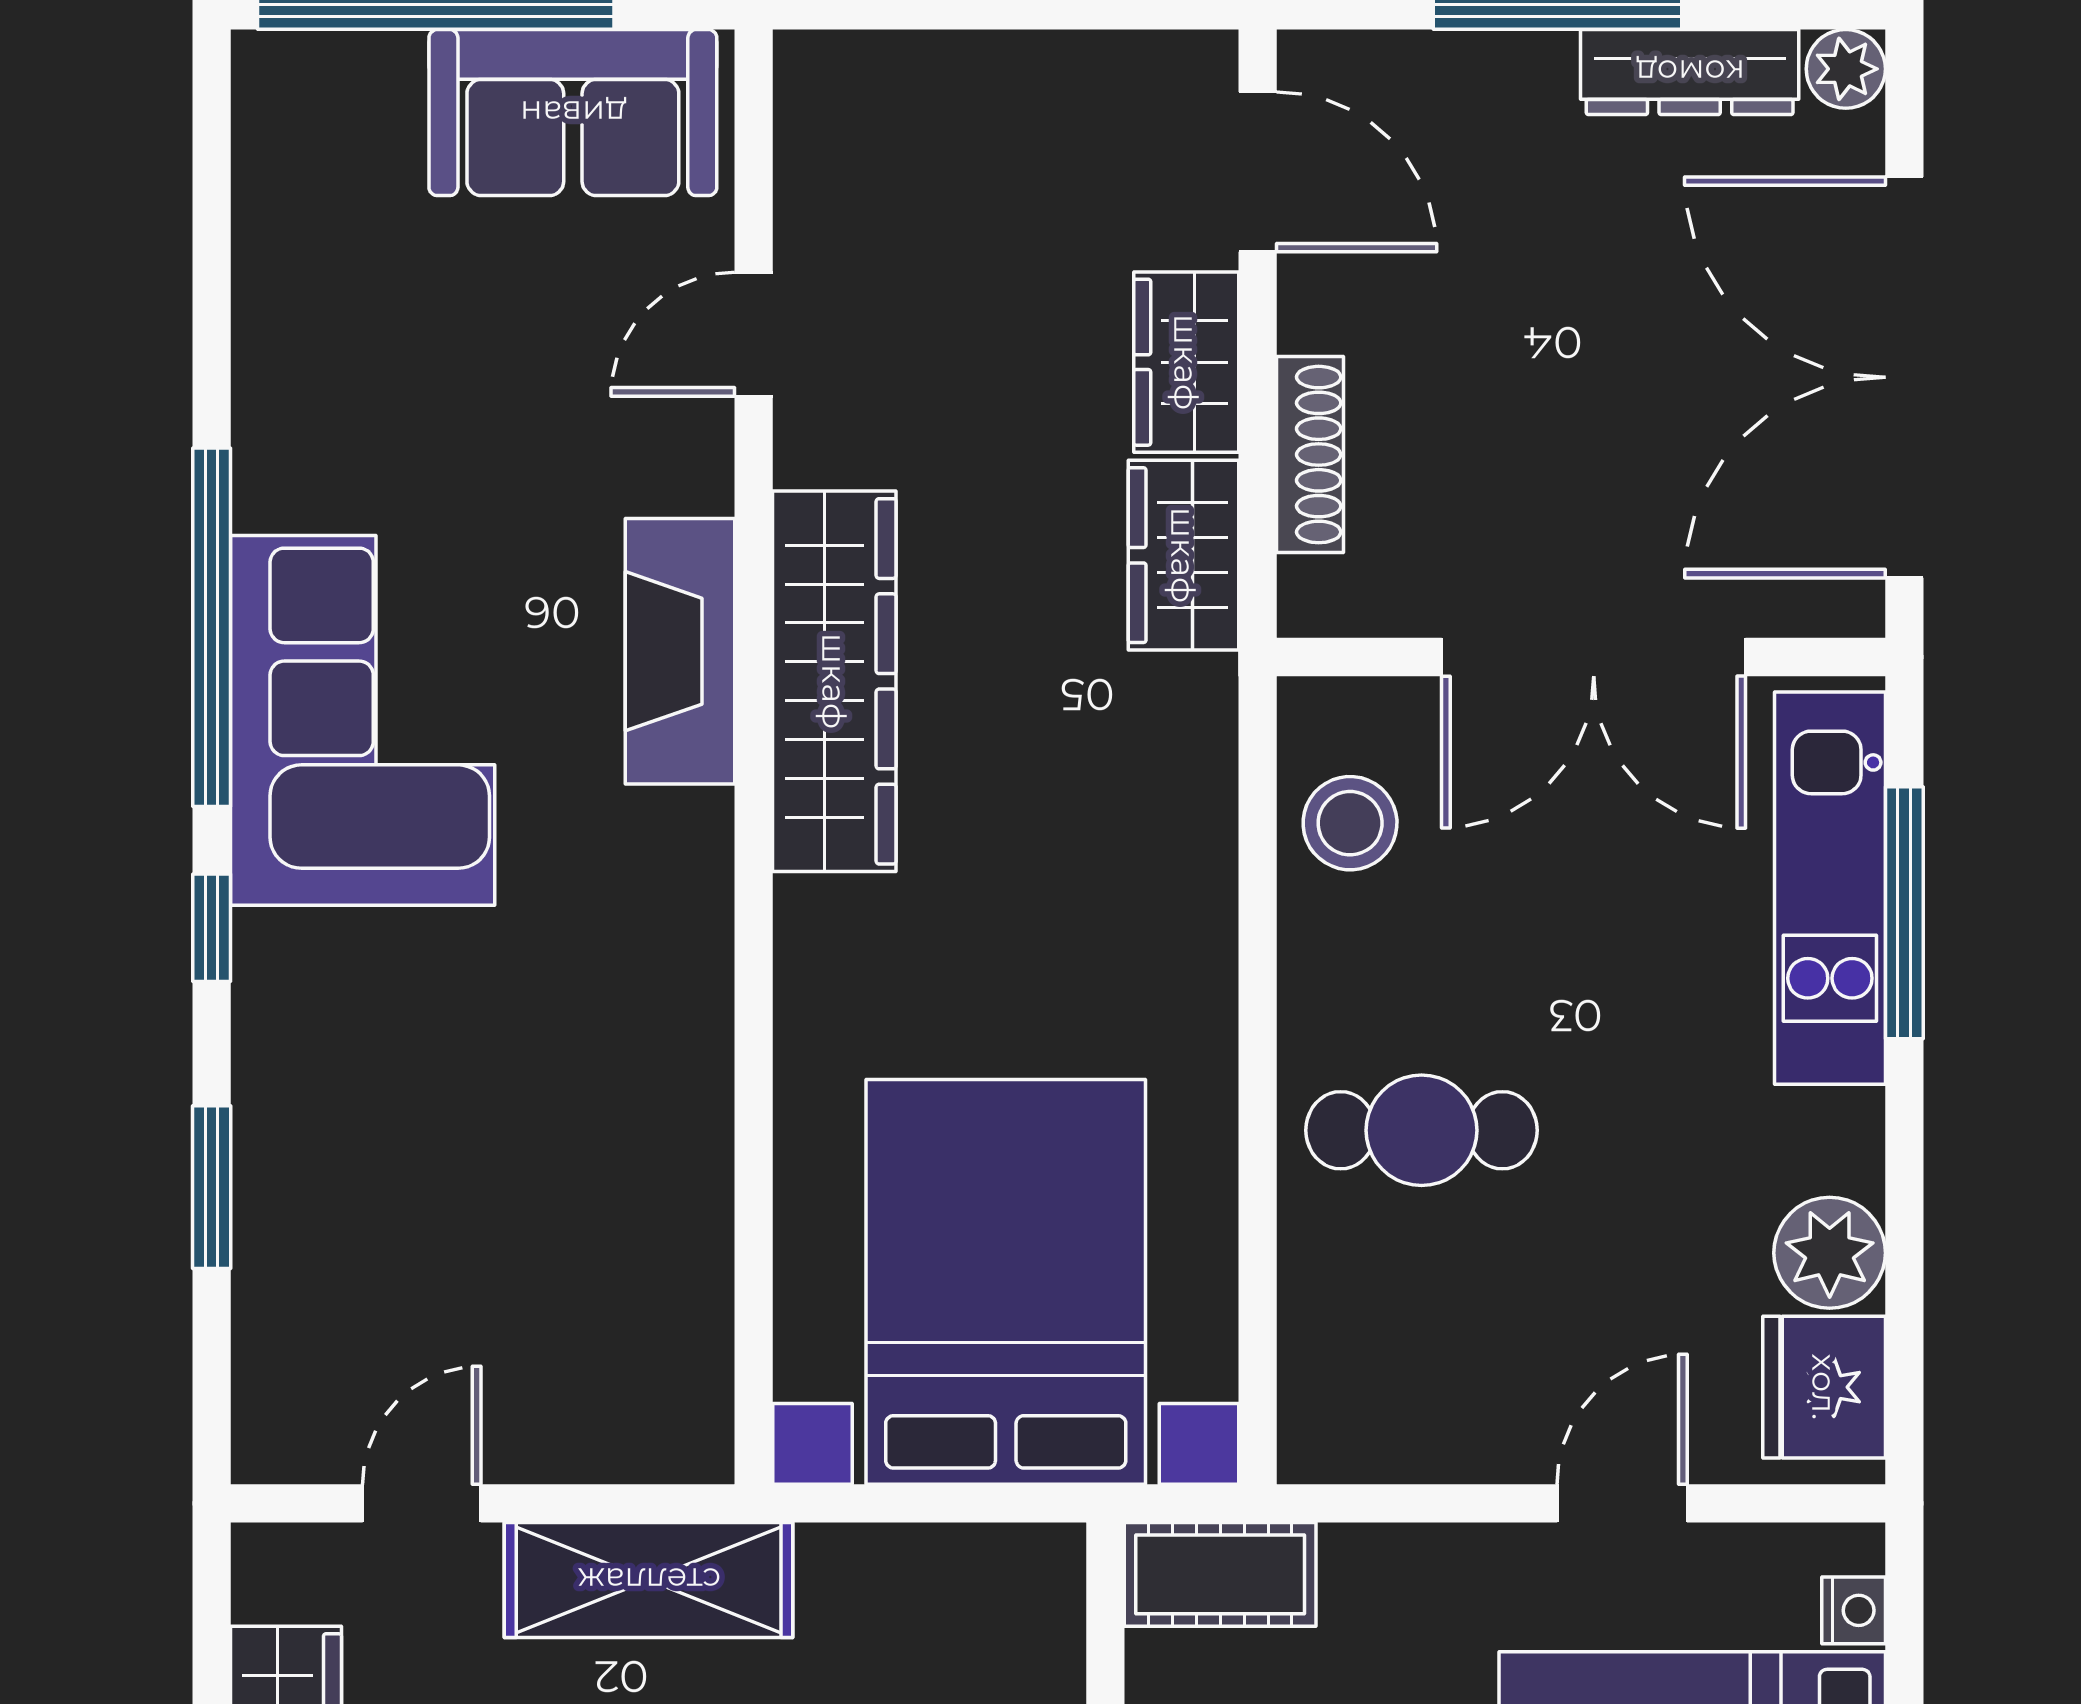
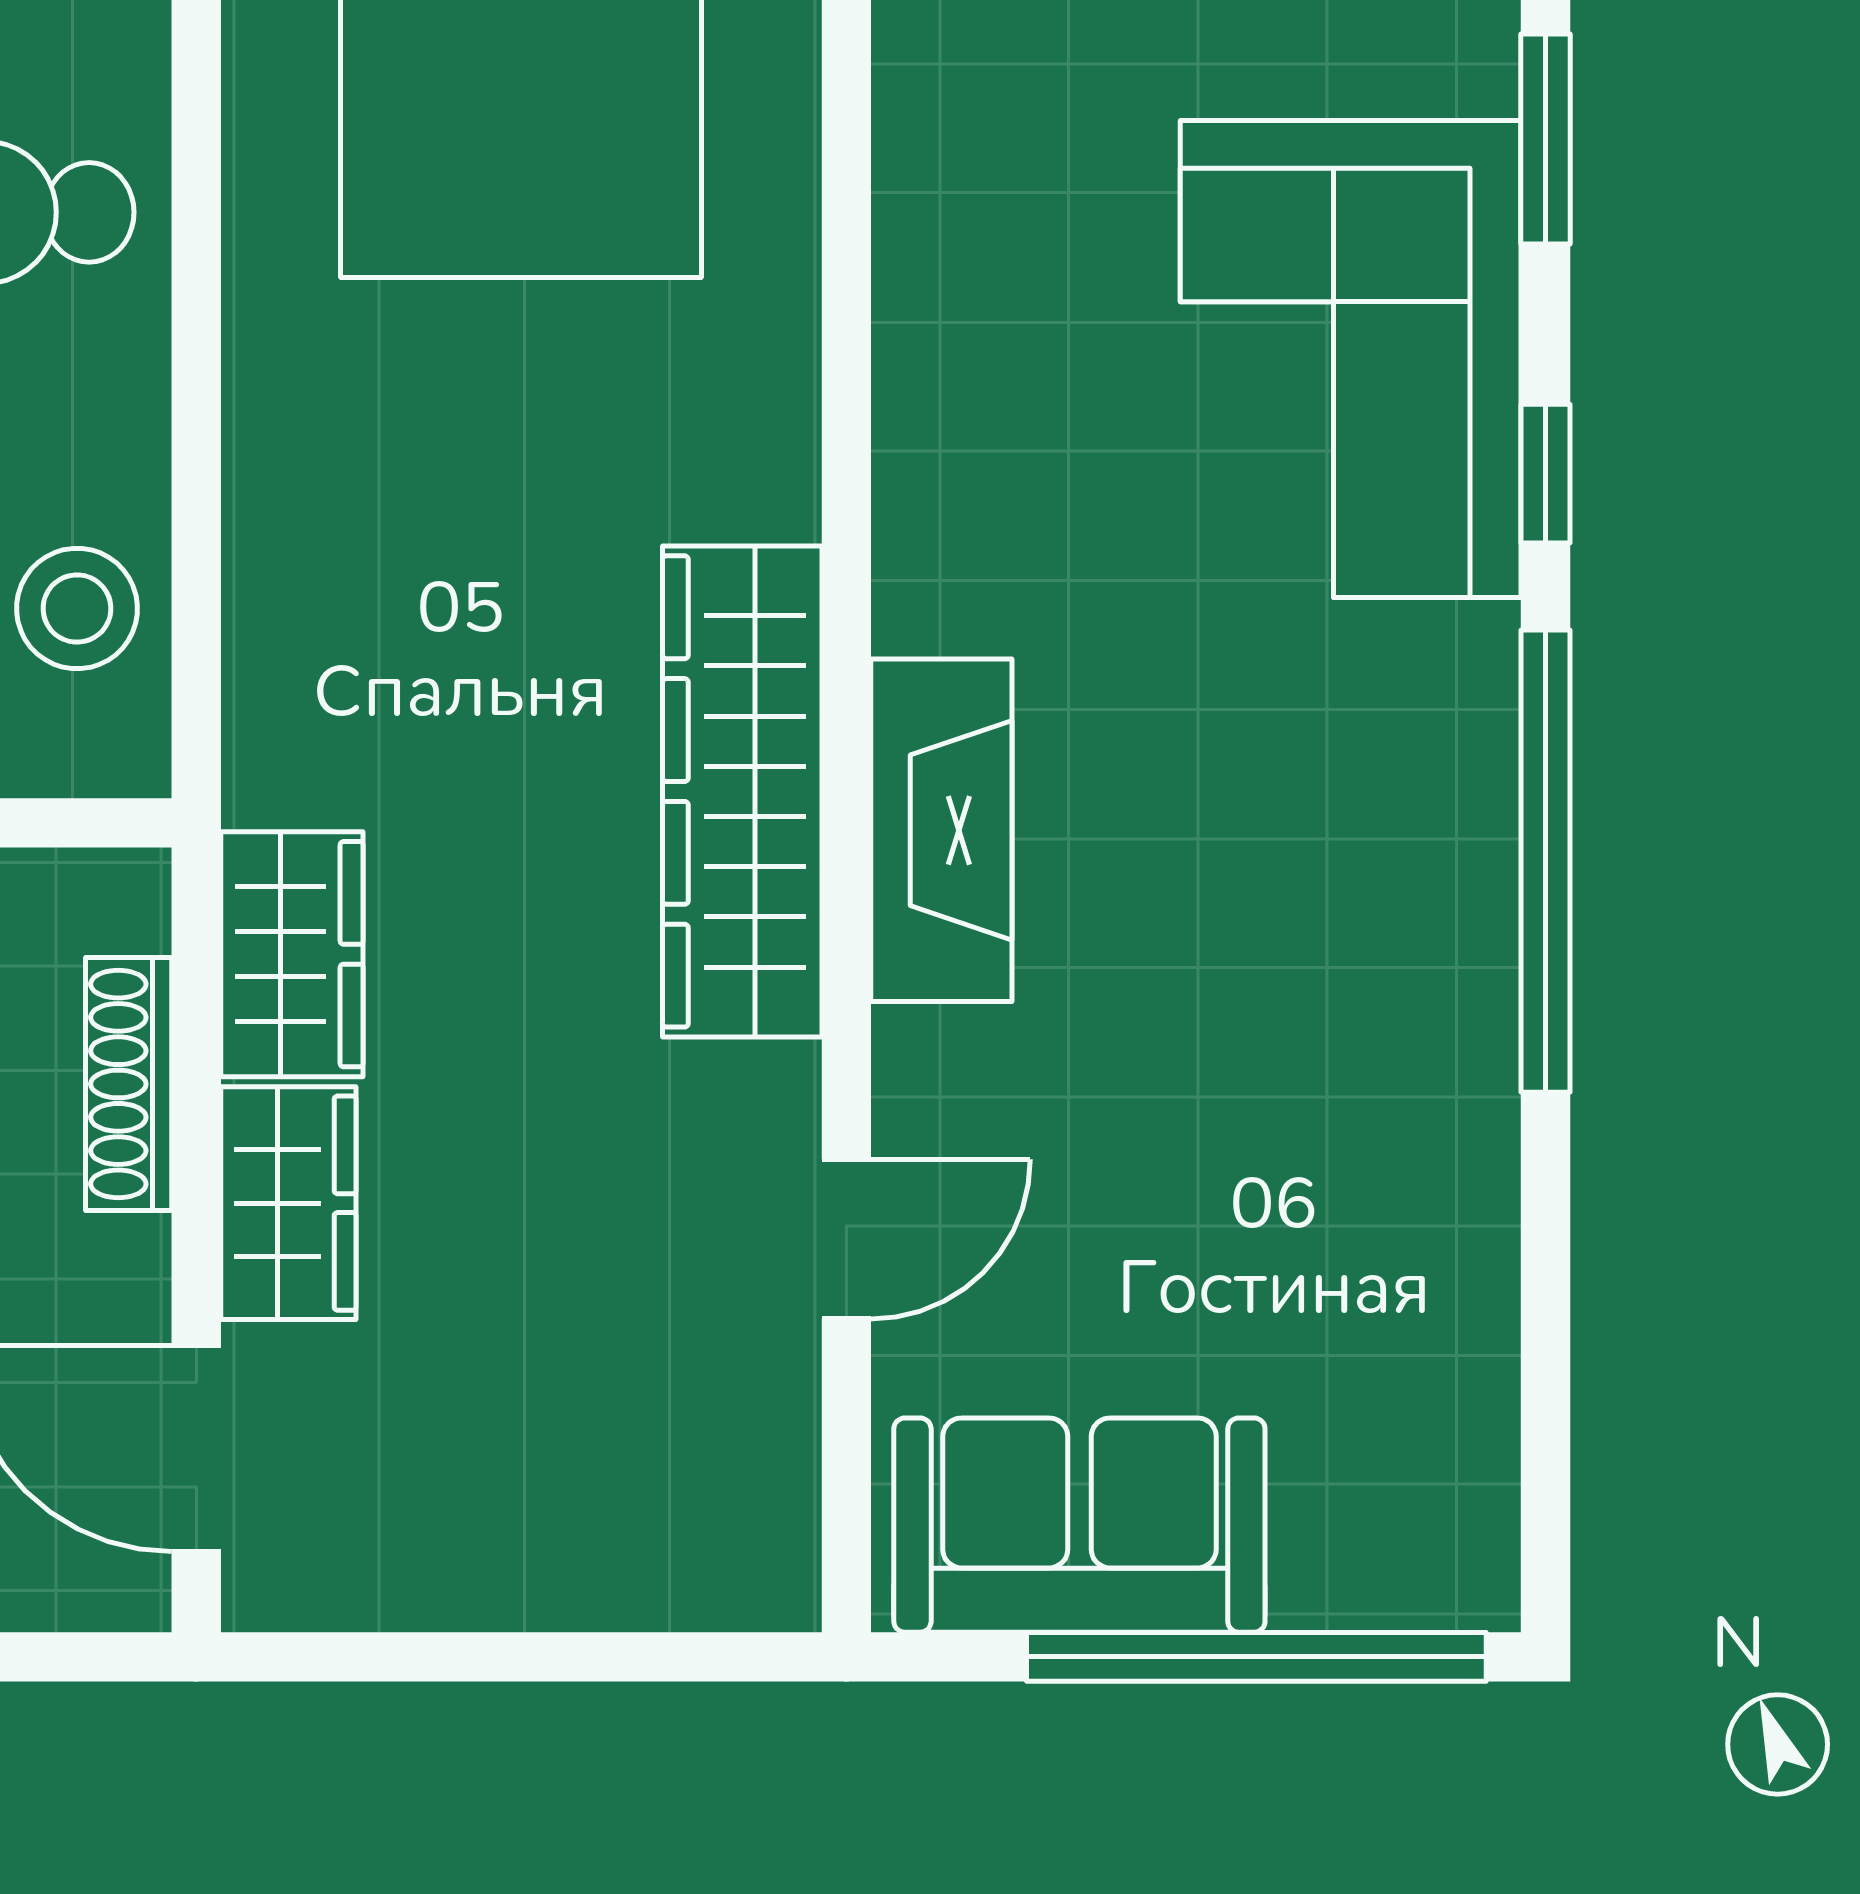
corner sofa: (363, 720) -> (1351, 359), moved

